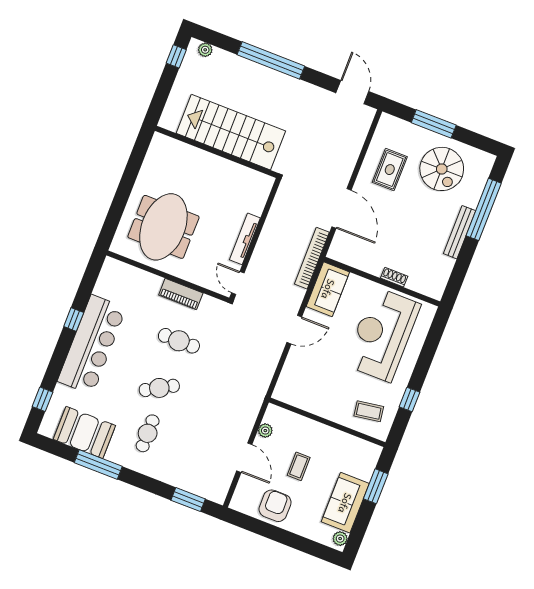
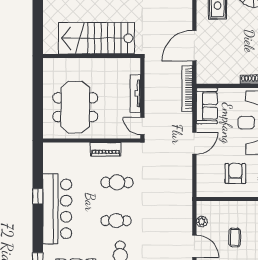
stairs: (231, 132) -> (96, 38), moved
wall: (216, 152) -> (92, 56), moved
door: (341, 208) -> (194, 46), swing flipped
armchair: (330, 387) -> (235, 174), added
cafe table: (159, 388) -> (116, 221), turned 30

